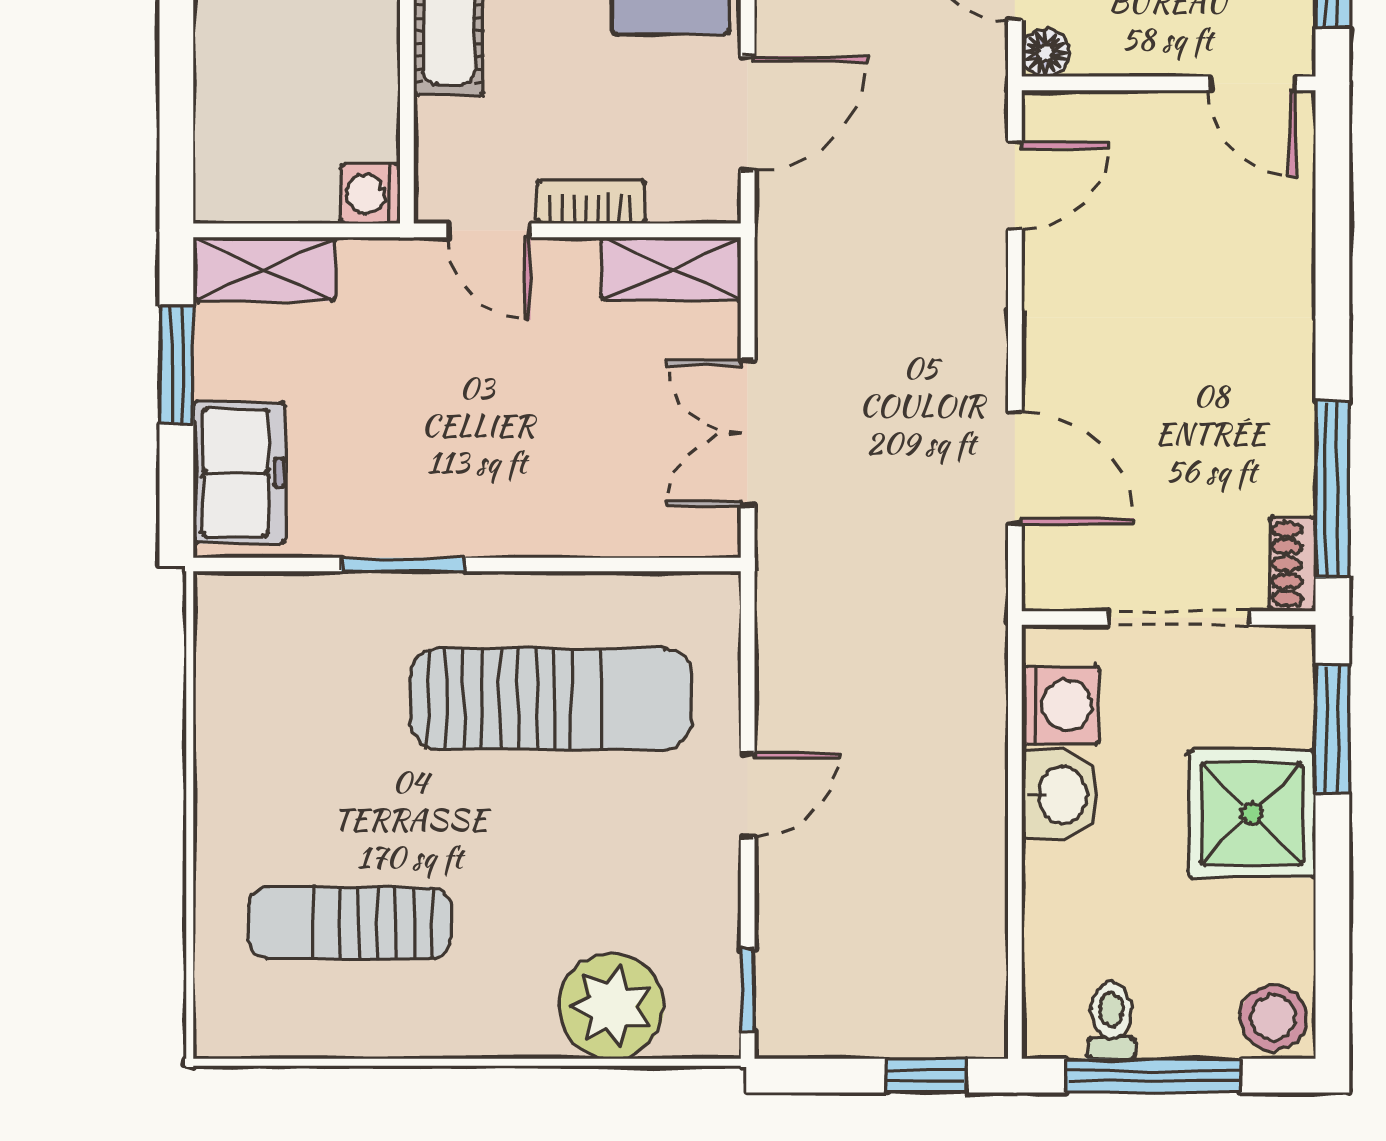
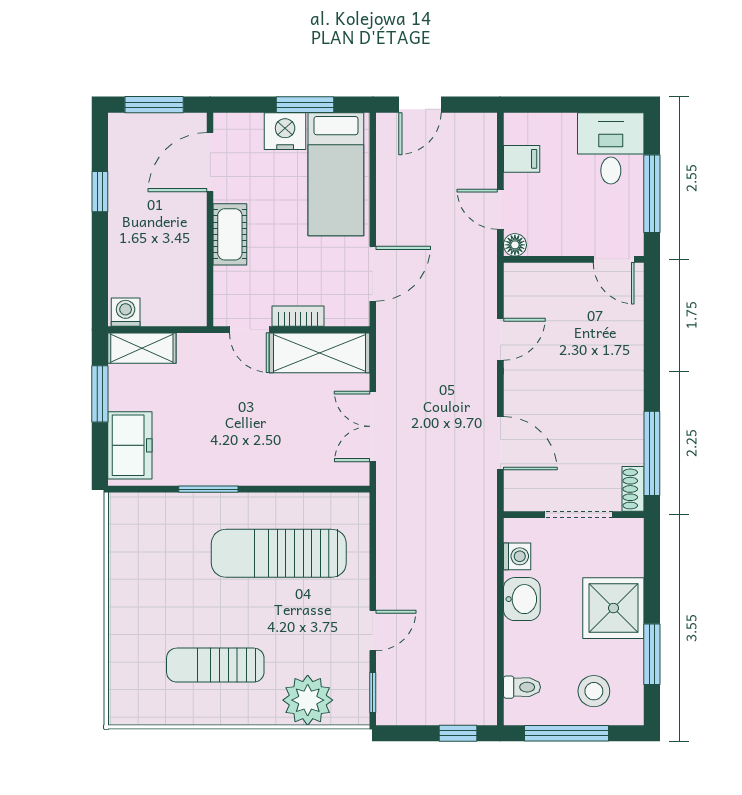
door: (1015, 186) -> (500, 339), moved
washing machine: (370, 194) -> (126, 312), moved, turned 90
shelving: (671, 269) -> (319, 353), width x1.50, depth x1.33
sun lounger: (551, 699) -> (279, 553), turned 180
washing machine: (1061, 705) -> (517, 556), width x0.73, depth x0.73
window: (1332, 729) -> (652, 654), moved
door: (748, 795) -> (373, 631), moved
sun lounger: (350, 923) -> (215, 665), moved
stool: (1273, 1018) -> (594, 691), moved
toilet: (1111, 1020) -> (522, 687), moved, turned 90

